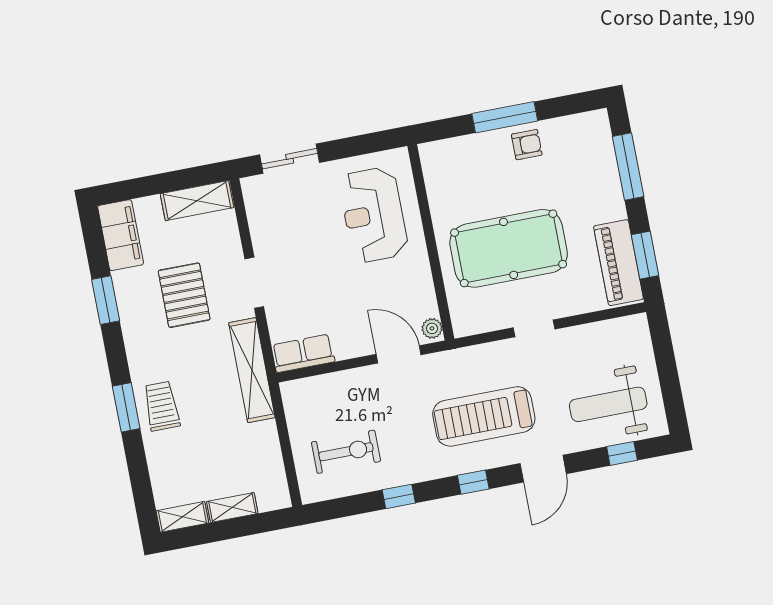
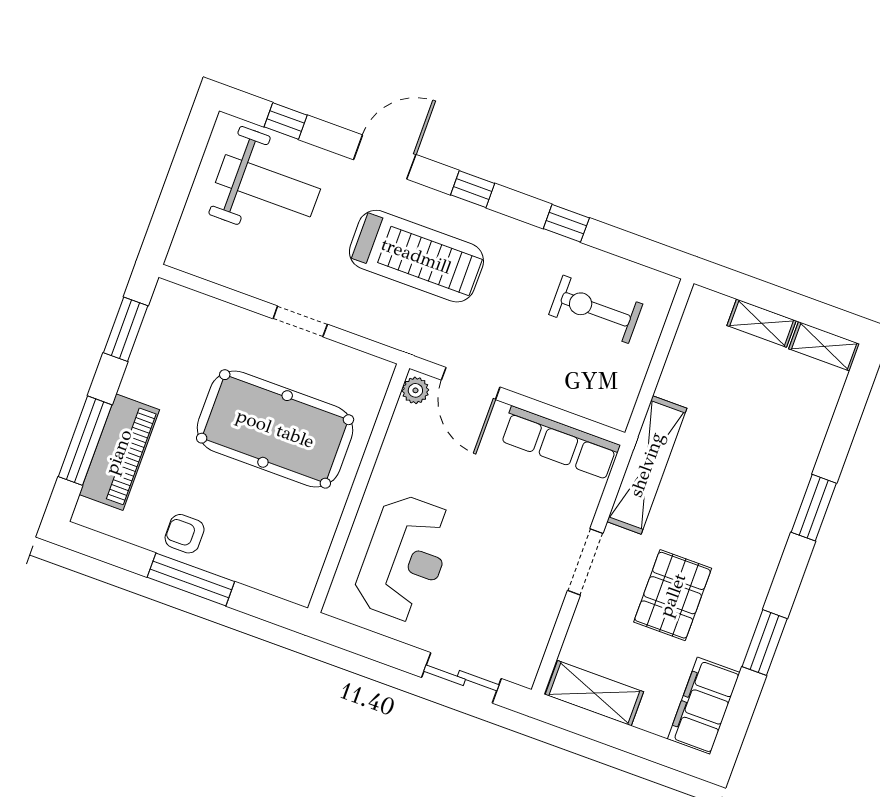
piano: (618, 263) -> (119, 452), moved
row of seats: (303, 353) -> (560, 443), width x1.48
trolley: (162, 406) -> (773, 485), removed

